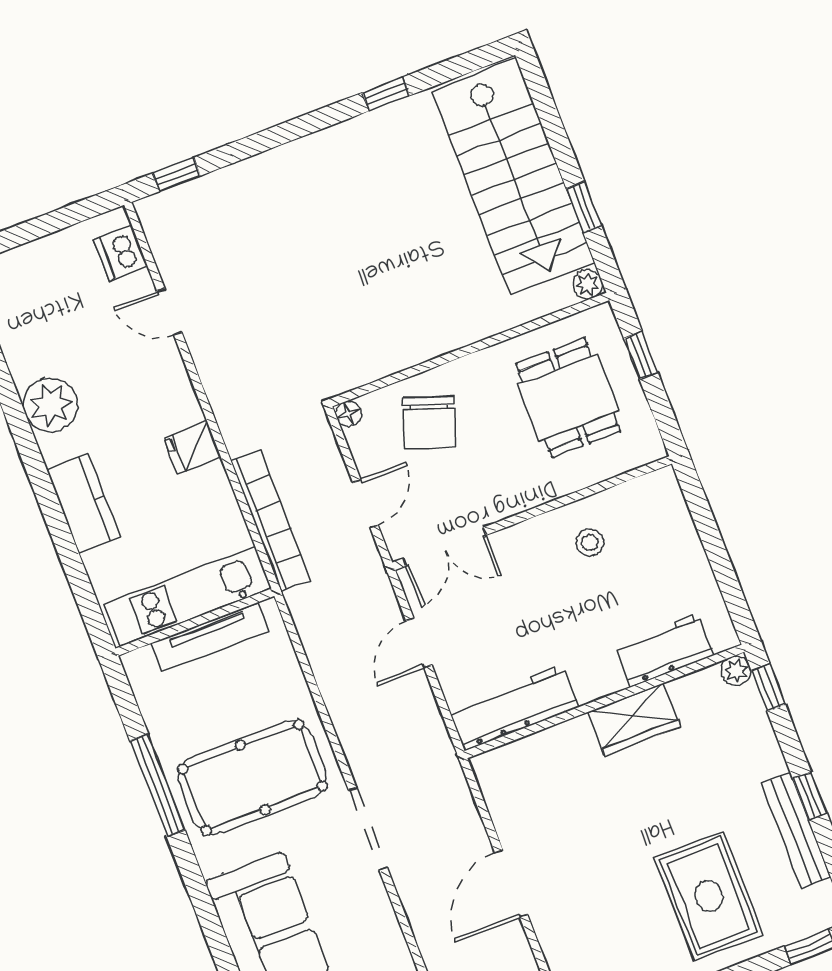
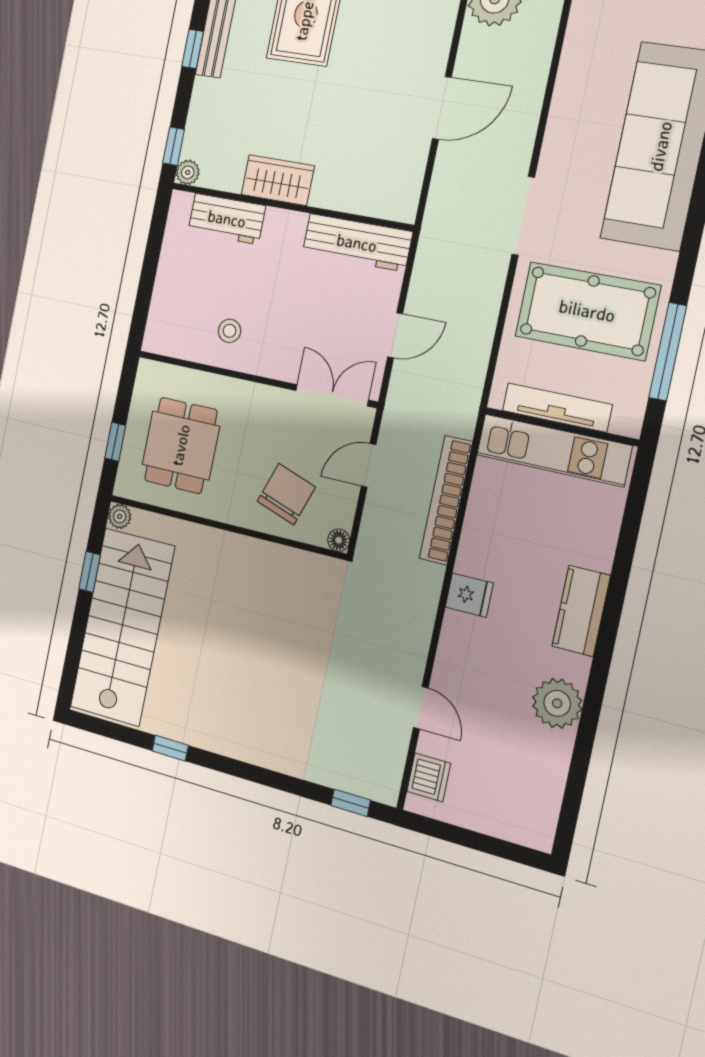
kitchen unit: (188, 596) -> (554, 450), moved
wall: (195, 622) -> (561, 427), moved
tv unit: (210, 637) -> (557, 408), moved

